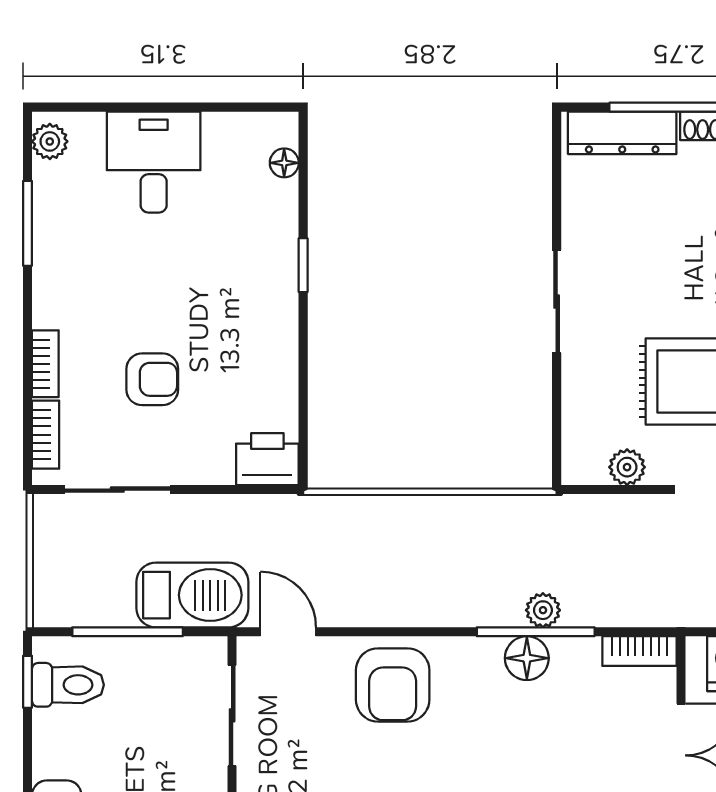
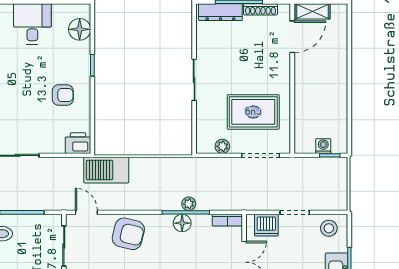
floor lamp: (284, 163) -> (80, 29), width x1.89, depth x1.89
armchair: (152, 379) -> (63, 95), moved
barbecue: (192, 595) -> (106, 170), moved, turned 180
armchair: (393, 685) -> (128, 234), turned -76

